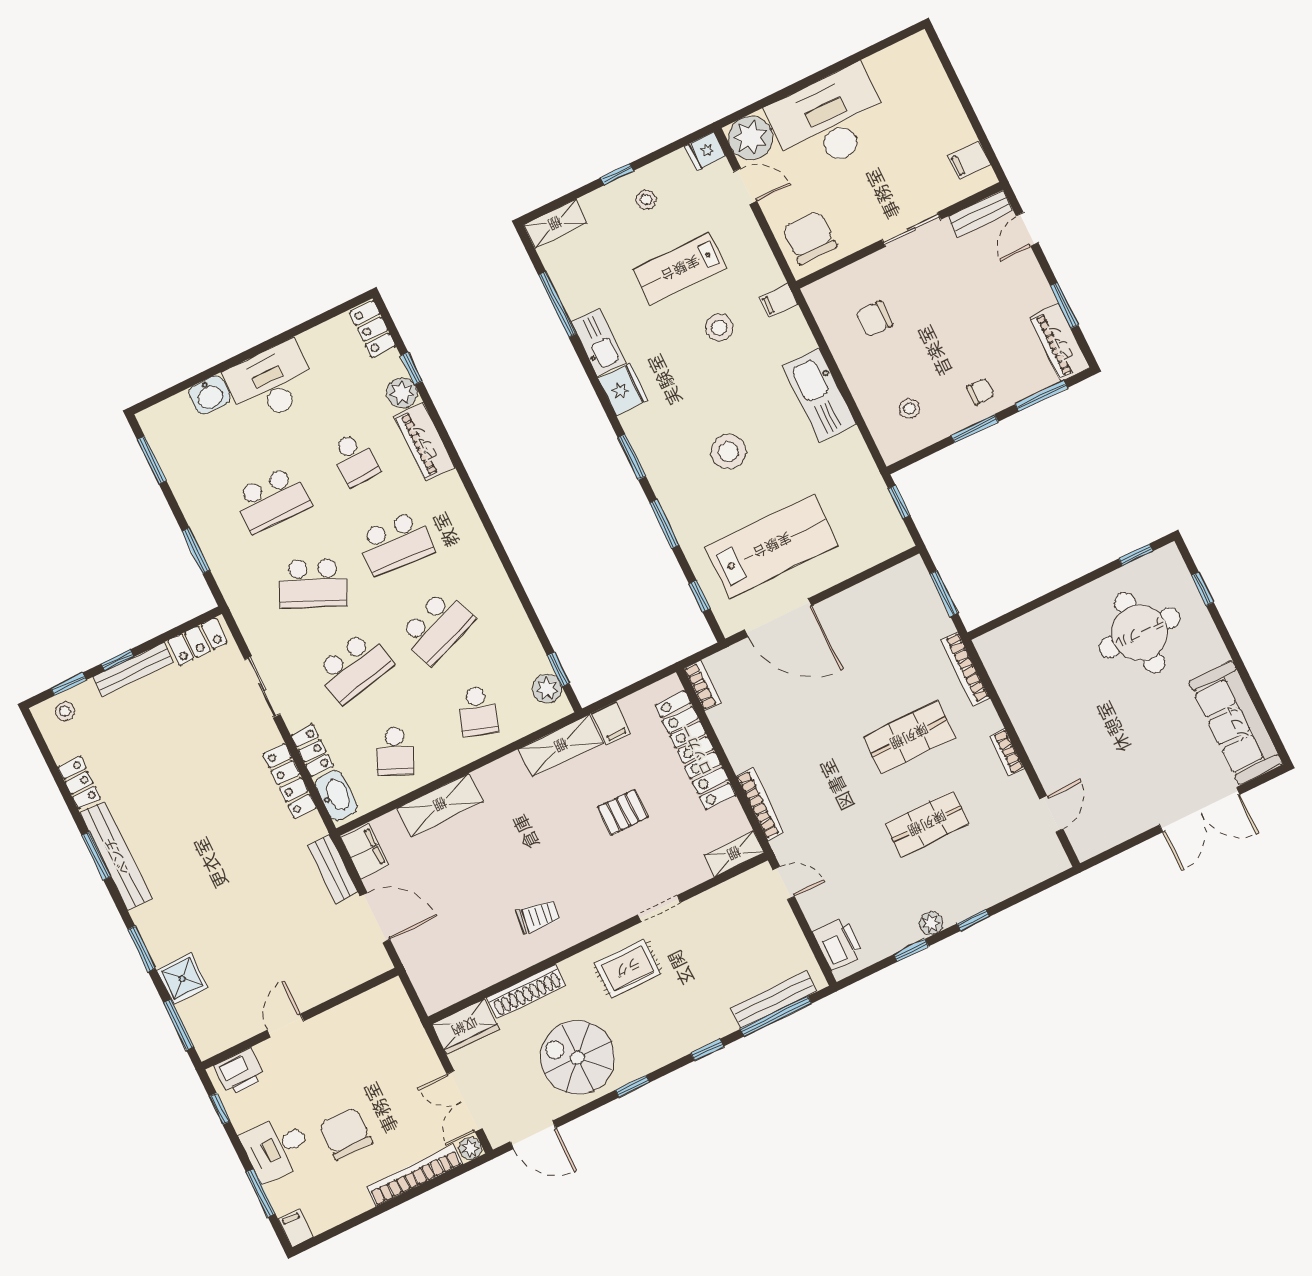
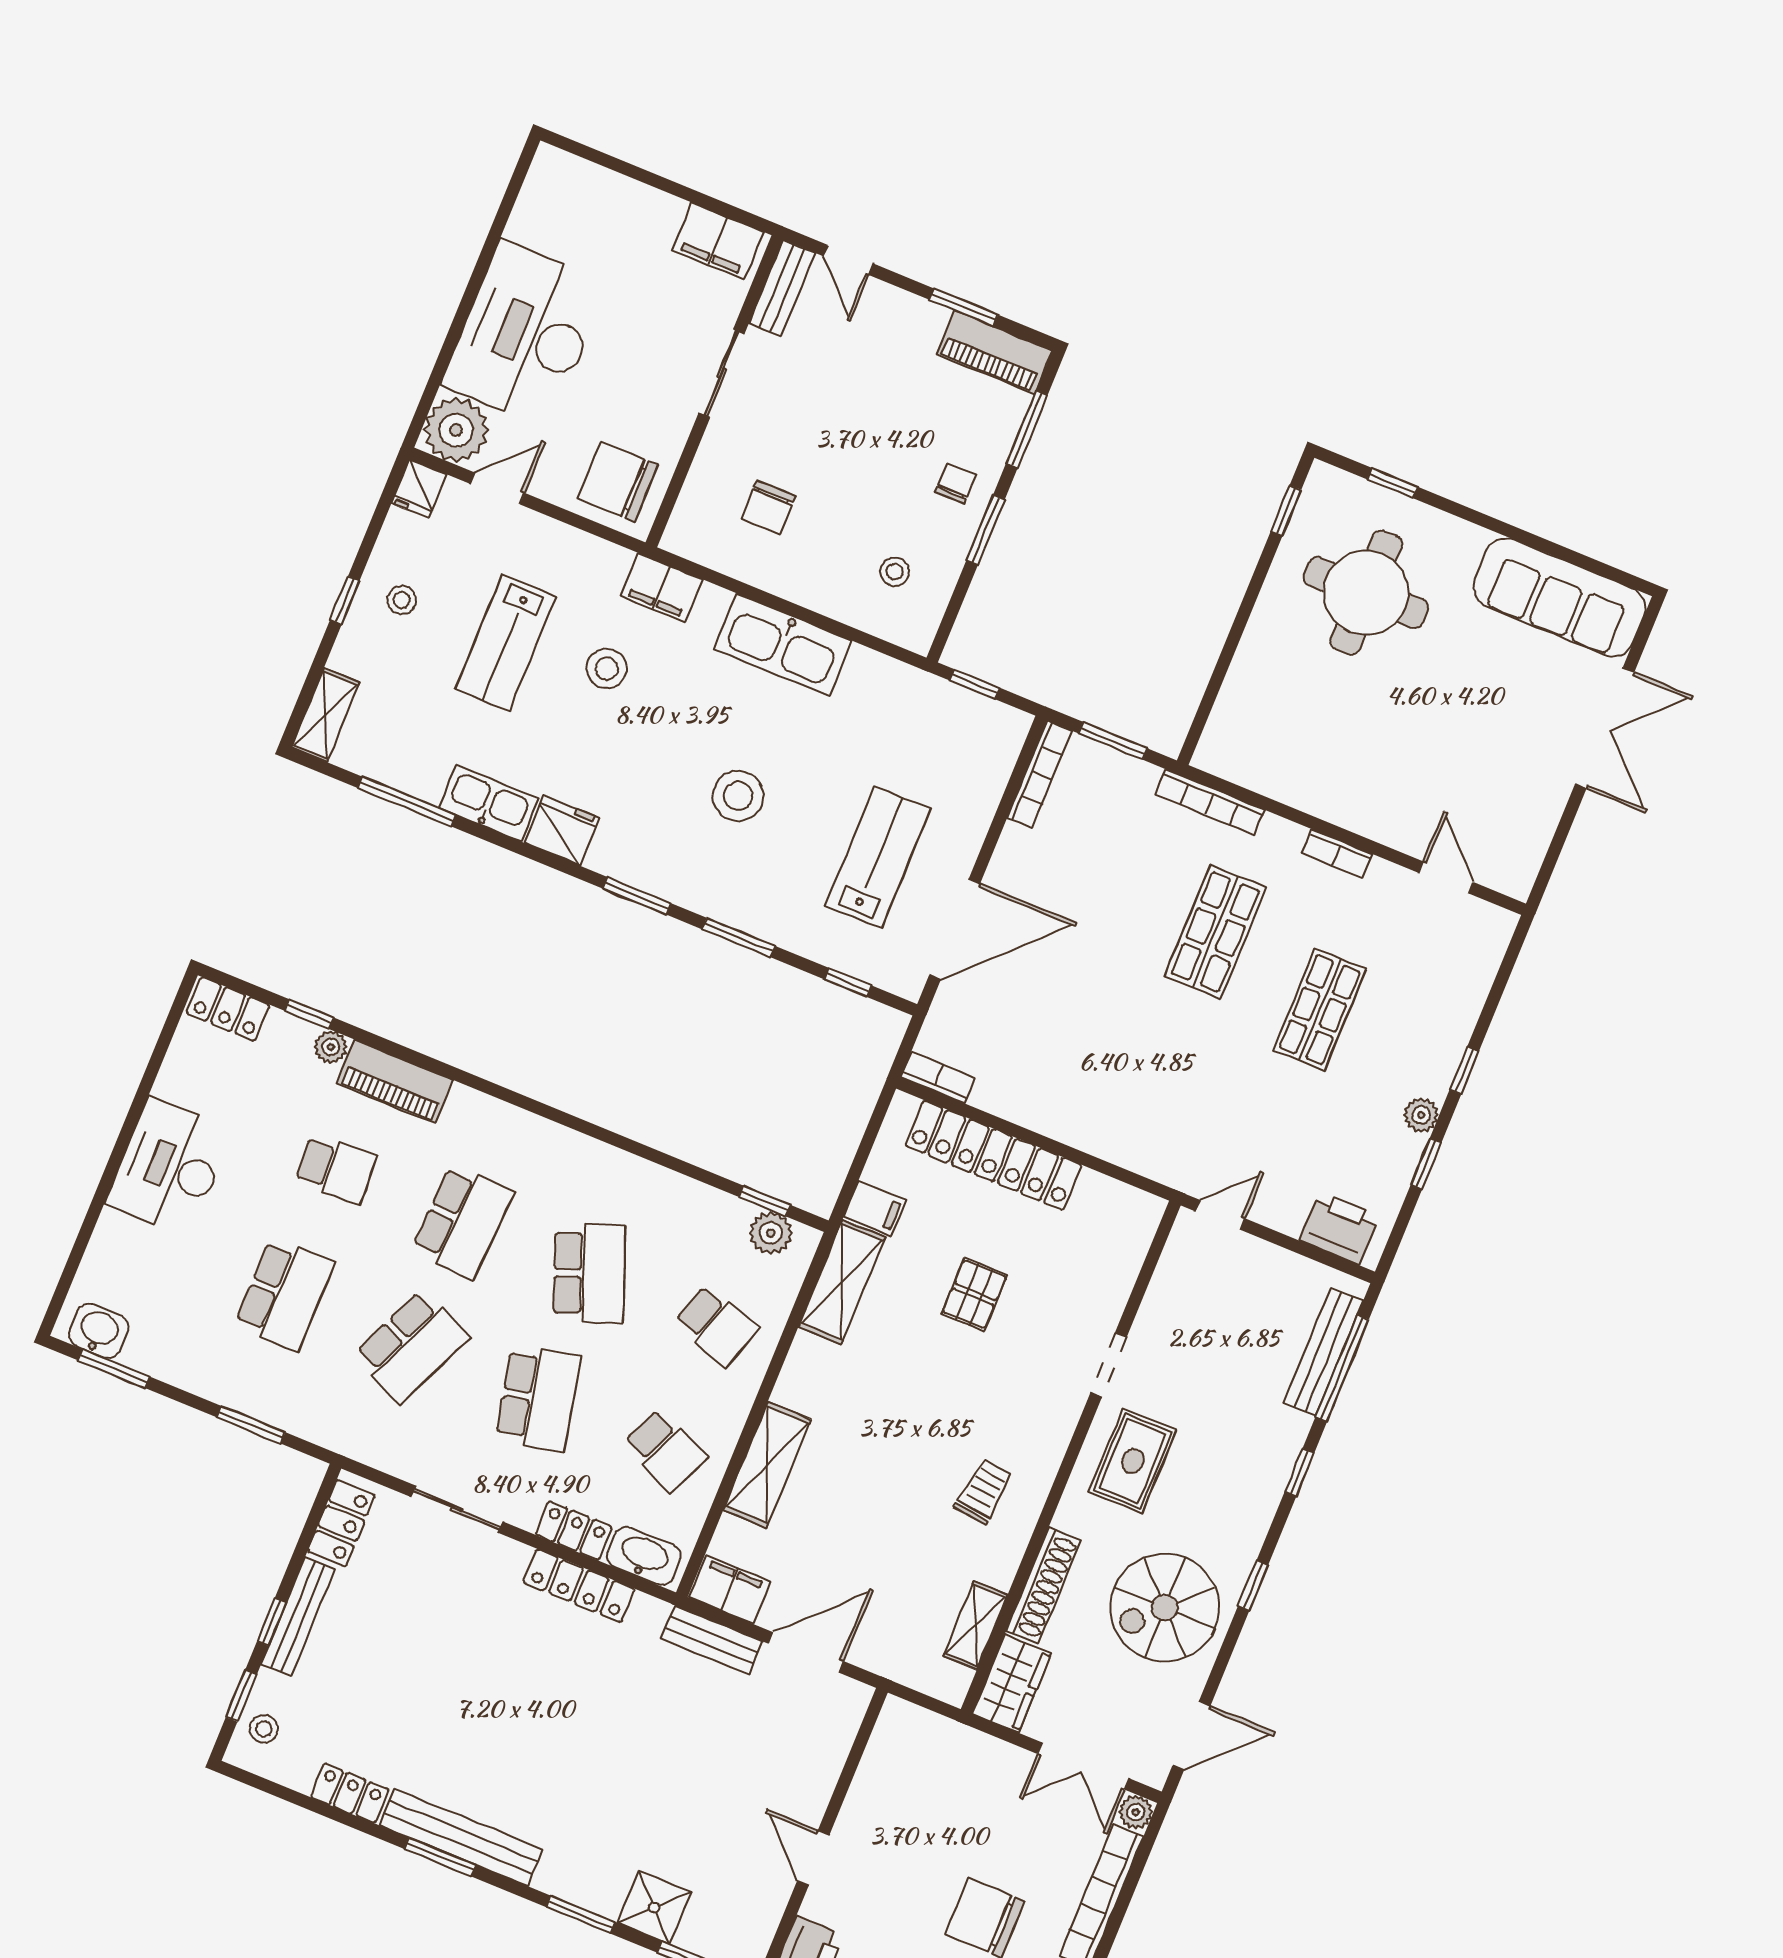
filing cabinet: (969, 161) -> (718, 241), width x2.00
filing cabinet: (779, 300) -> (662, 588), width x2.00
plant: (402, 393) -> (331, 1047), width x0.73, depth x0.73
washbasin: (209, 395) -> (99, 1331), moved, turned -90
lab bench: (772, 546) -> (878, 857), width x0.73, depth x0.72
bookcase: (760, 804) -> (1039, 774), moved, turned 90
shelving: (734, 854) -> (975, 1625), moved

